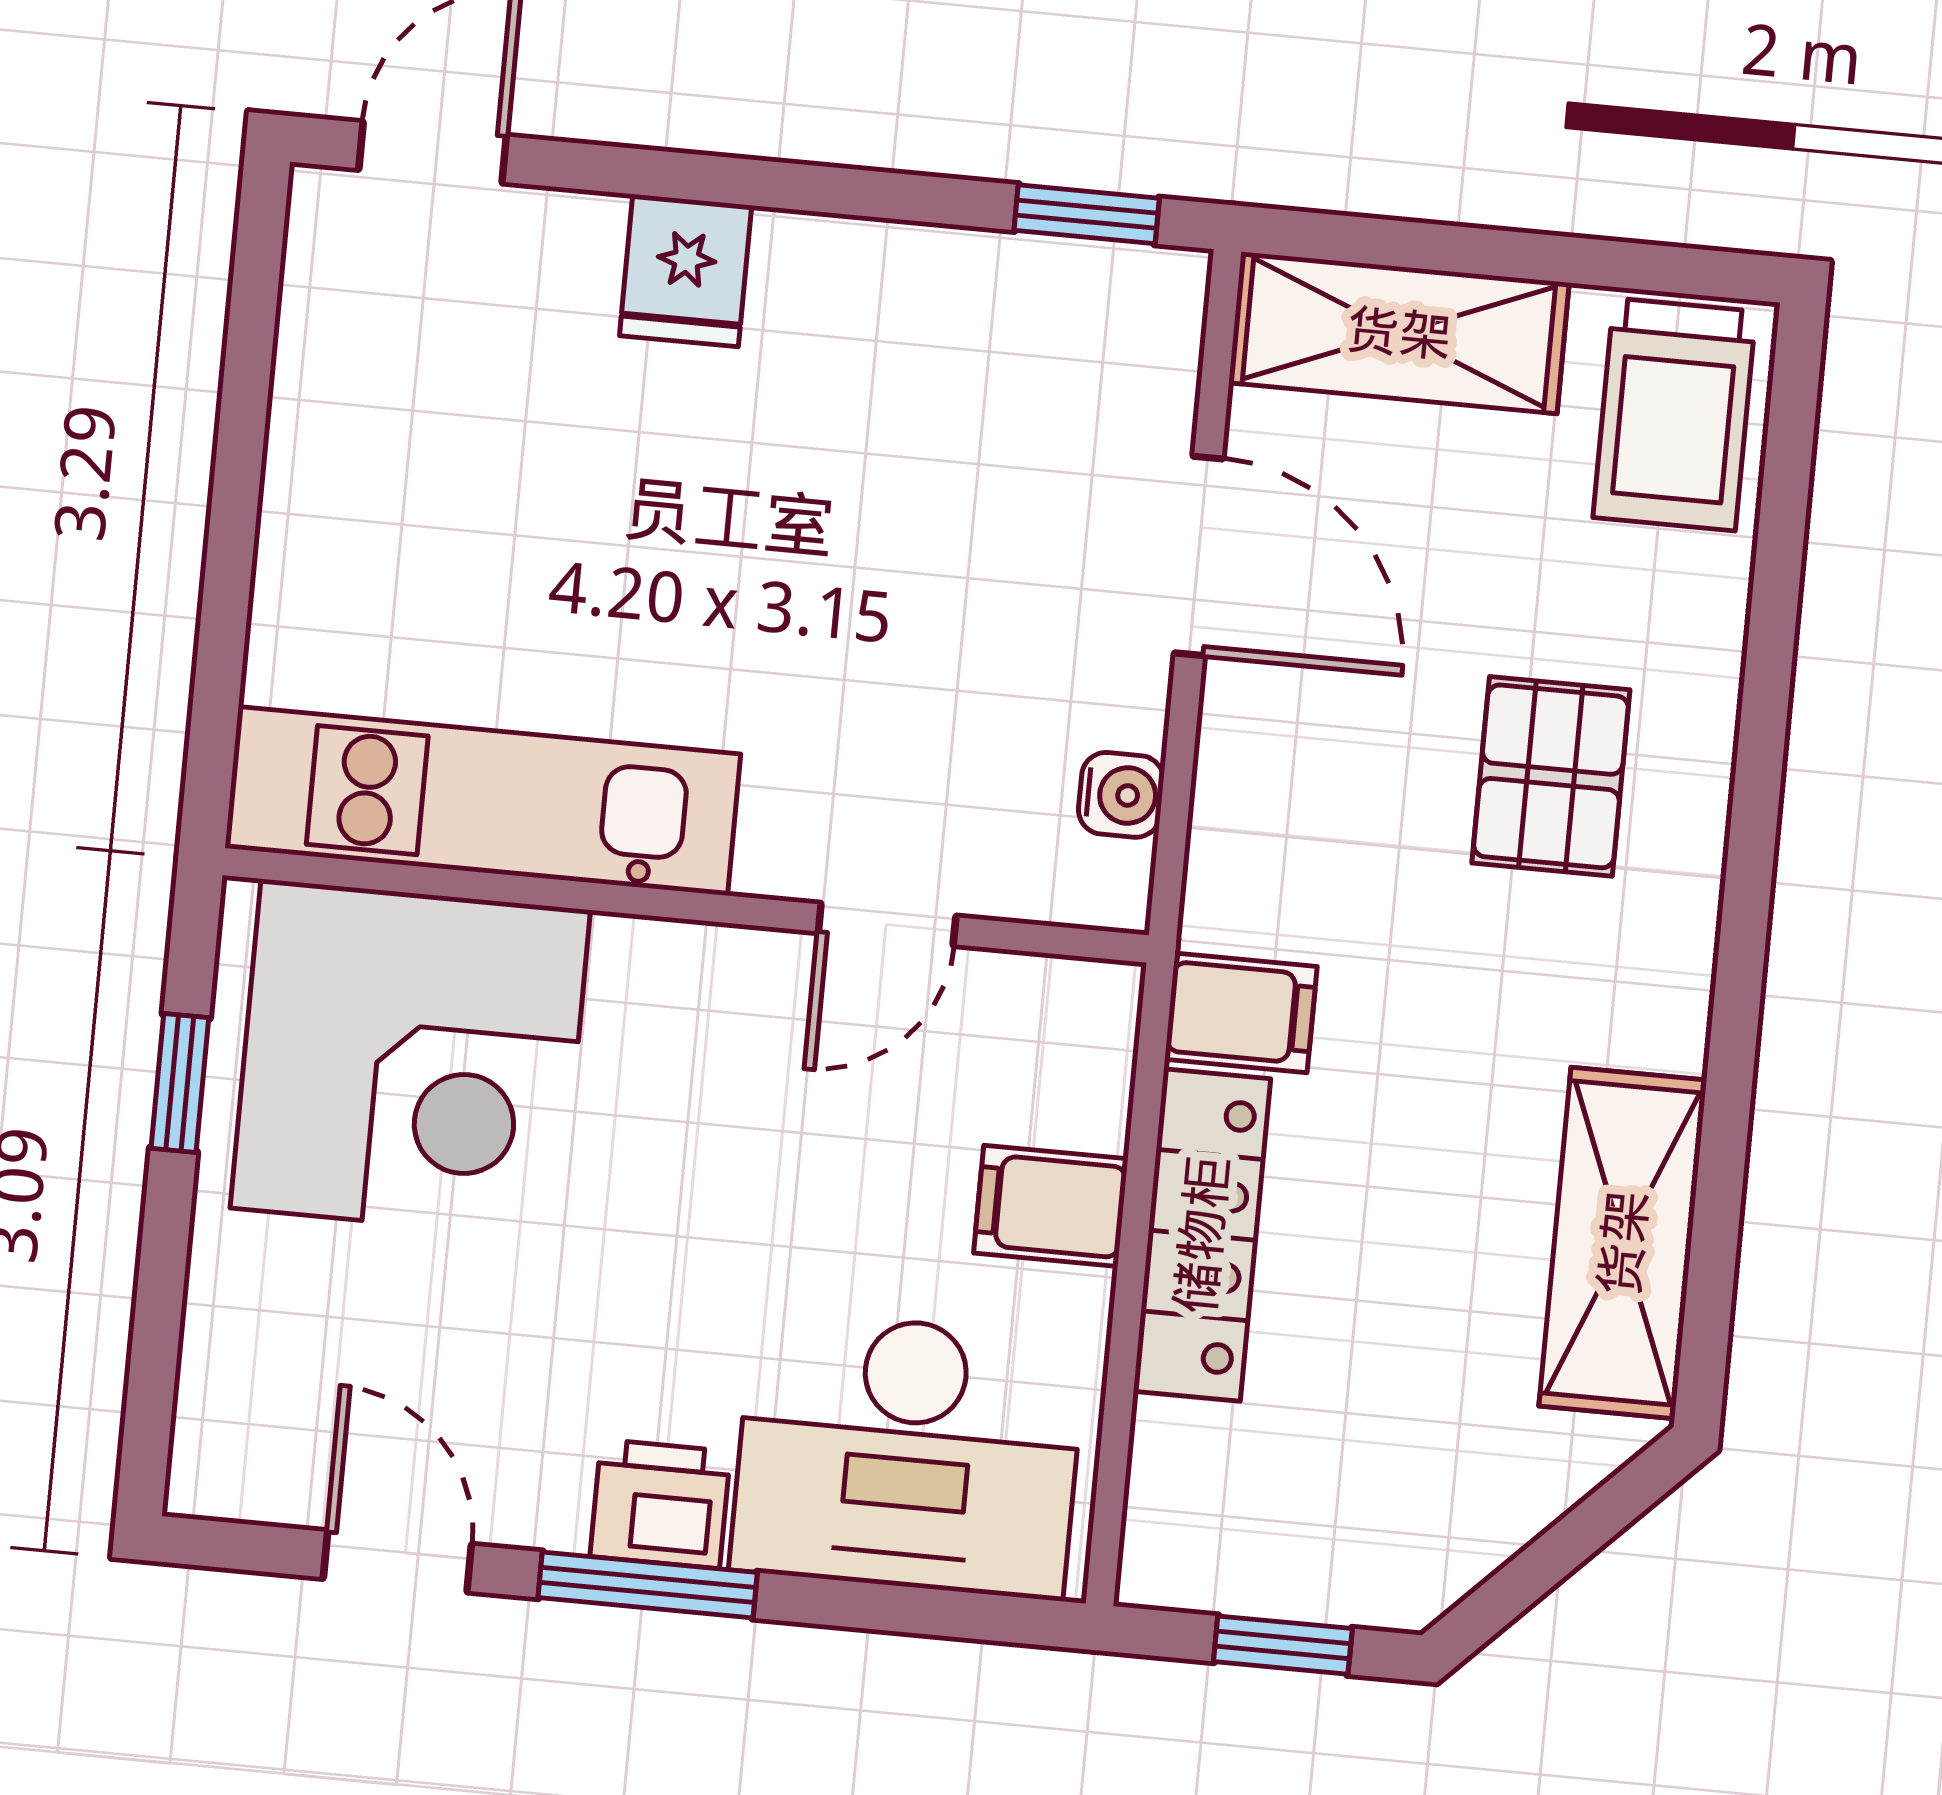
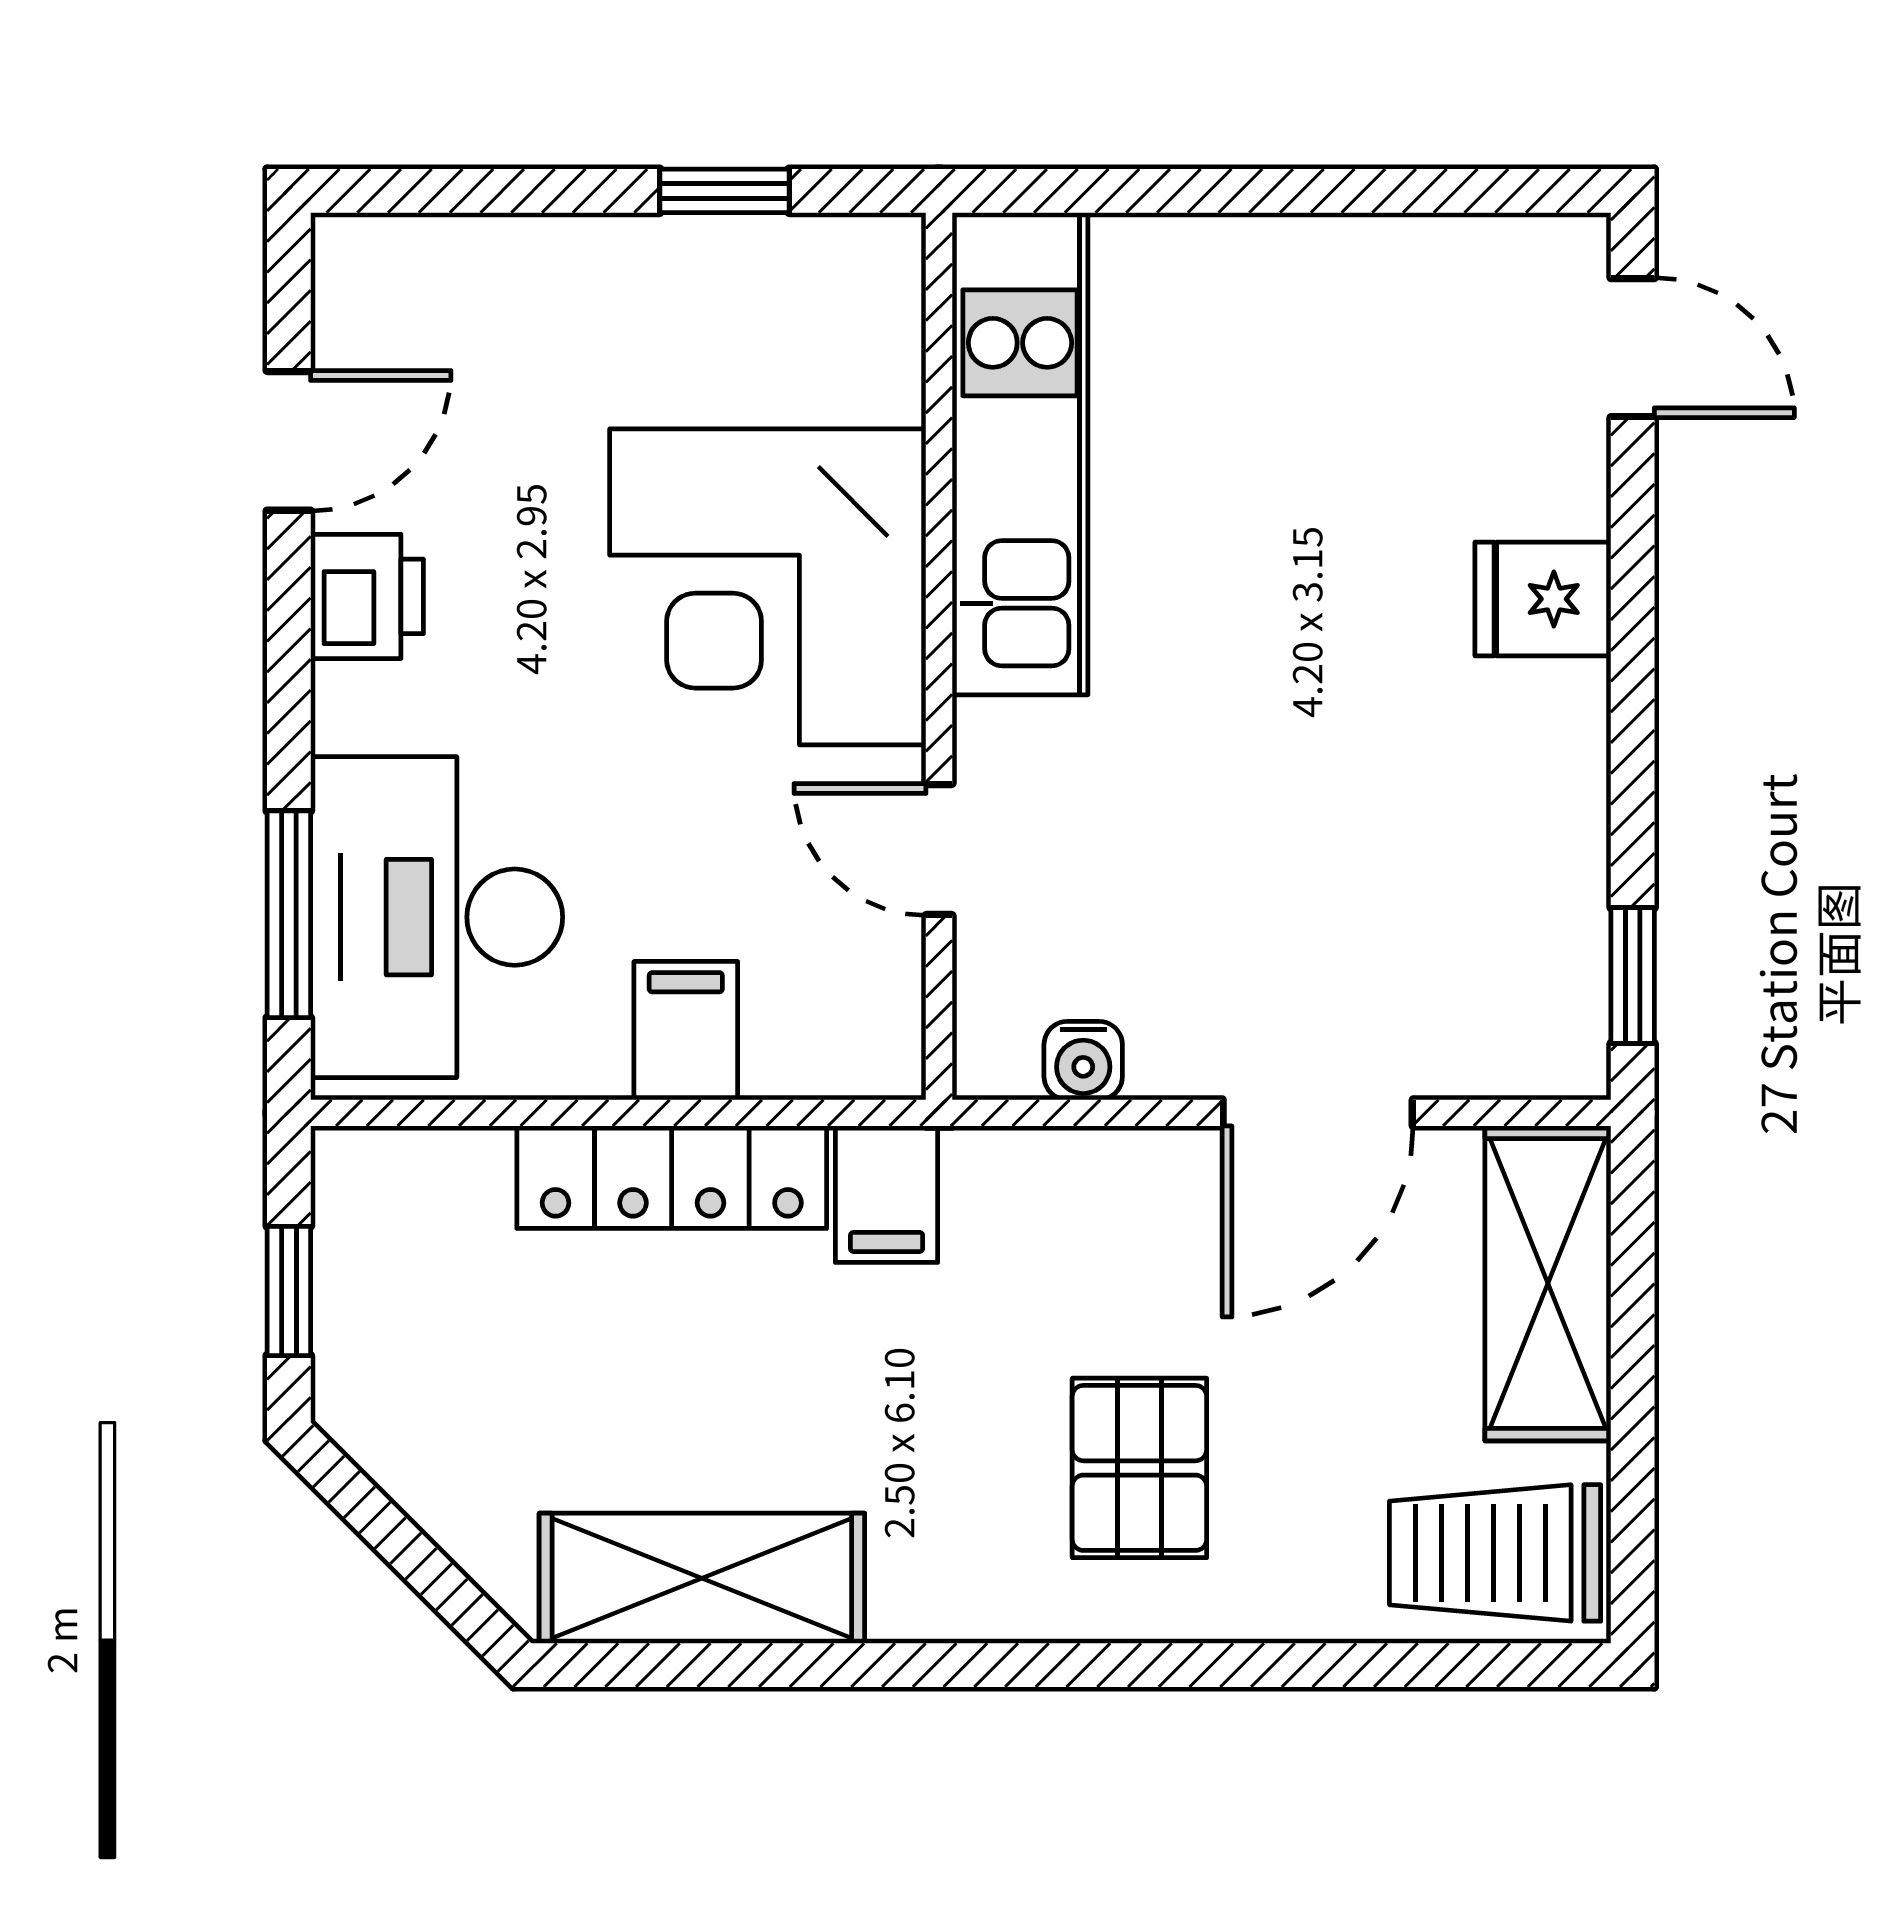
pallet: (1551, 776) -> (1139, 1468), turned 90
corner desk: (410, 1059) -> (768, 587), moved
printer: (660, 1504) -> (367, 596), moved
window: (648, 1585) -> (289, 914), moved

